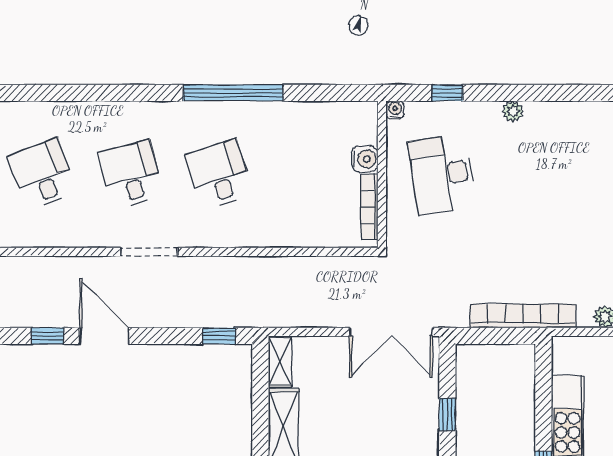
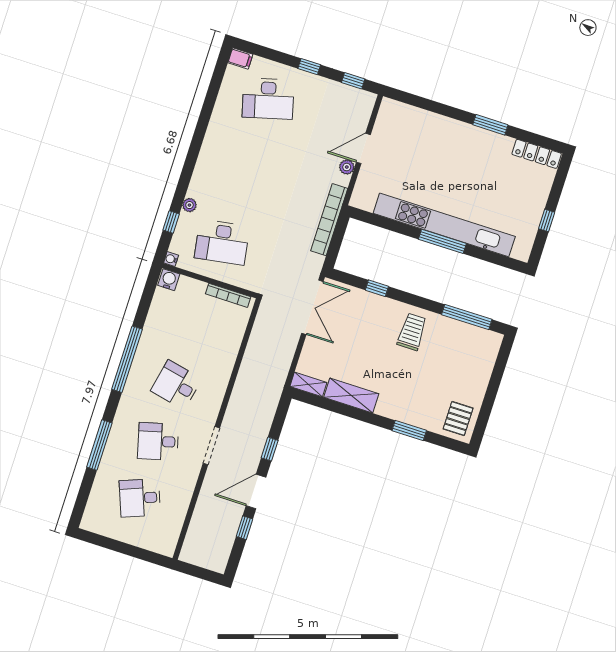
window: (99, 93) -> (99, 445), added
plant: (513, 111) -> (189, 205), moved
water cooler: (365, 159) -> (169, 280), moved
desk: (219, 174) -> (176, 385), turned 30
window: (219, 336) -> (270, 449), moved

